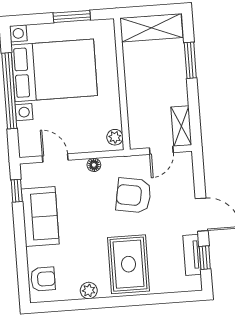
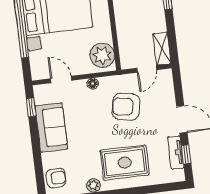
plant: (115, 137) -> (102, 55), width x1.87, depth x1.87
rug: (129, 264) -> (125, 163), turned 90

